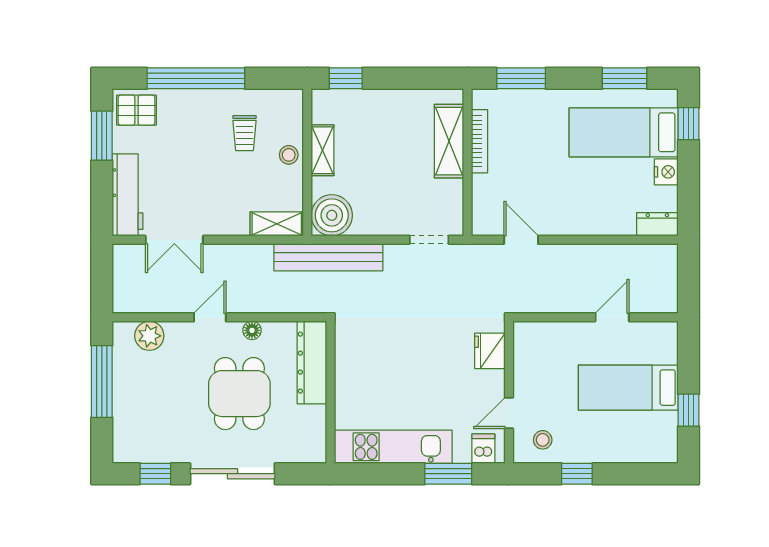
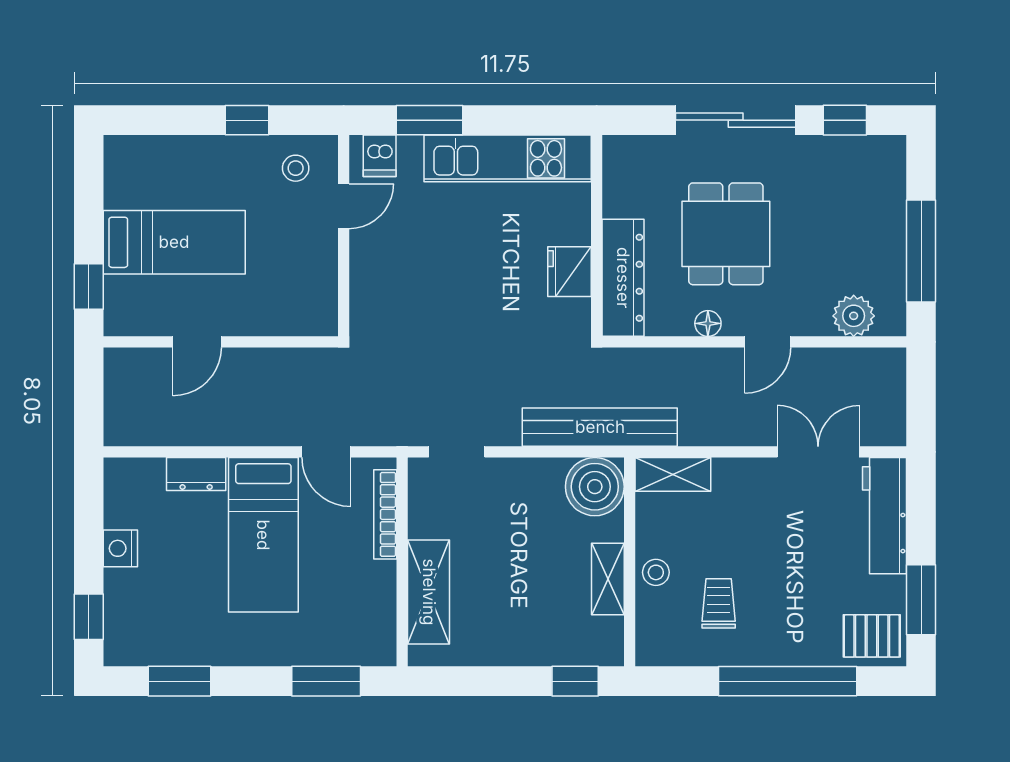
bed: (624, 132) -> (263, 535), moved, turned 90
bookcase: (479, 141) -> (385, 514), moved
dresser: (657, 224) -> (196, 474), moved
fridge: (490, 351) -> (569, 272), moved, turned 180
window: (689, 410) -> (89, 287), moved

